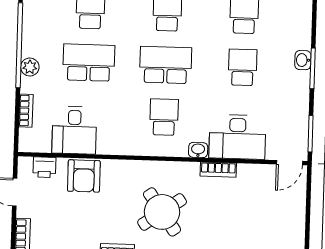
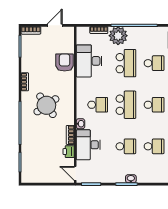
plant: (30, 67) -> (118, 36), width x1.87, depth x1.87
desk: (74, 130) -> (89, 61), width x1.37
printer: (44, 167) -> (69, 152), moved
armchair: (84, 176) -> (65, 62), turned 90

